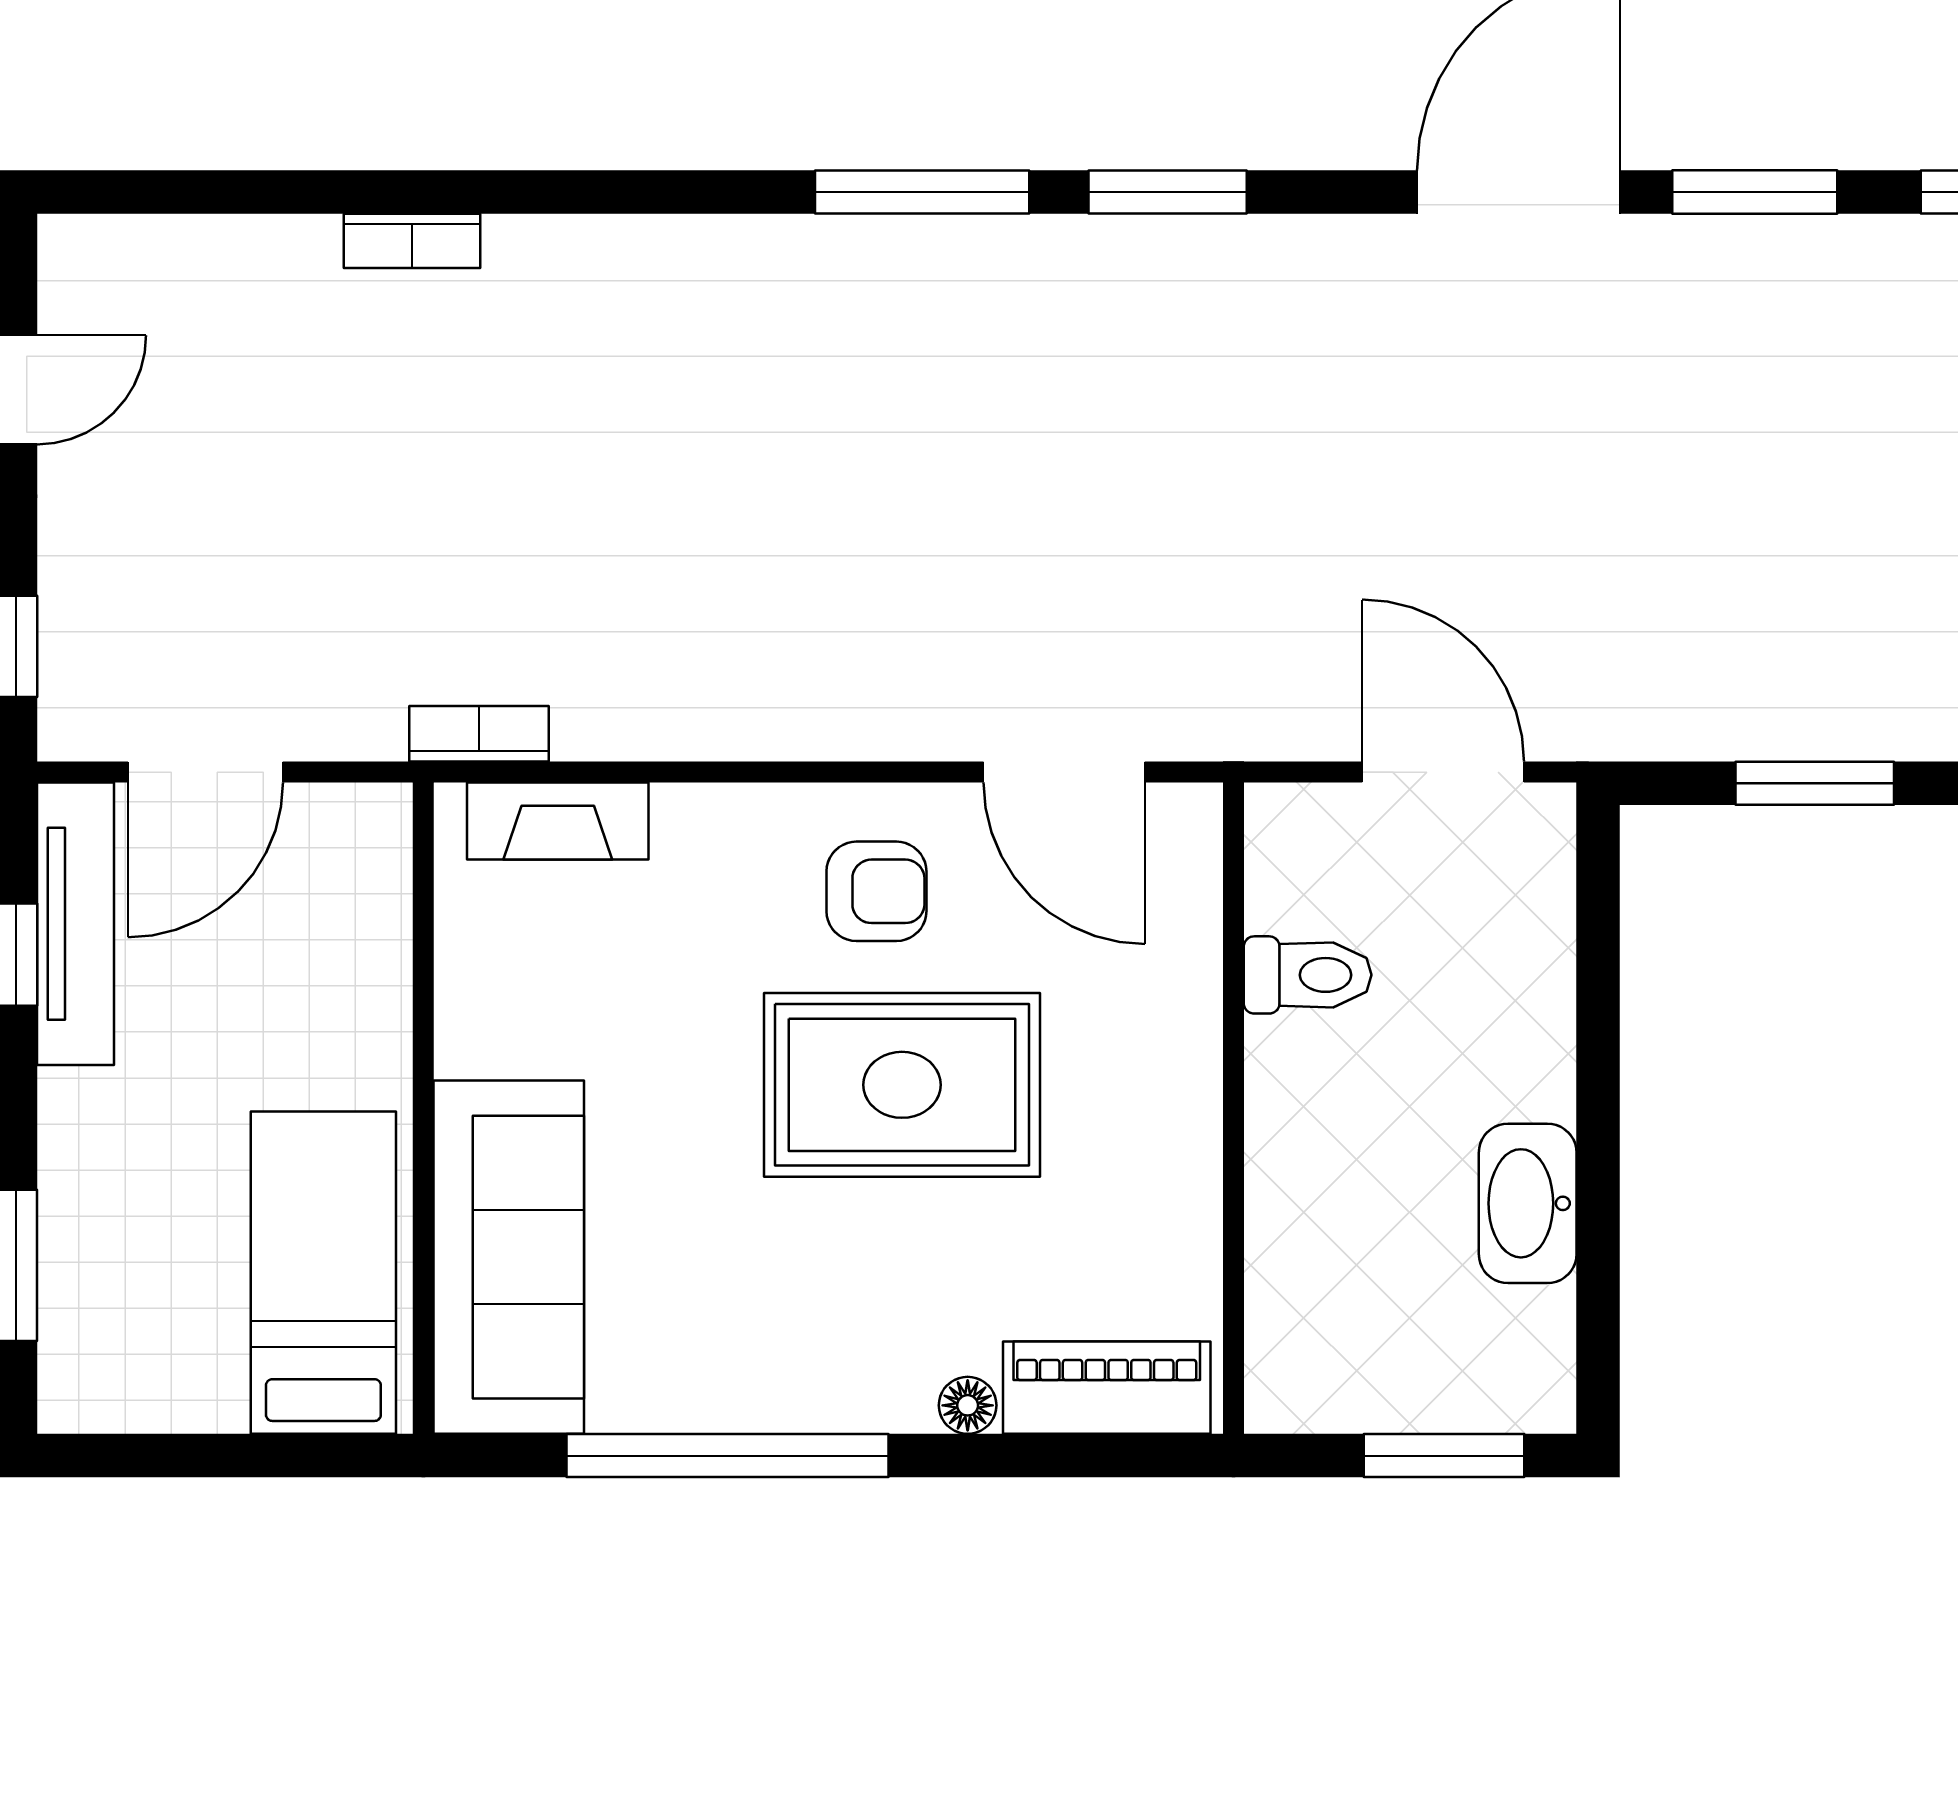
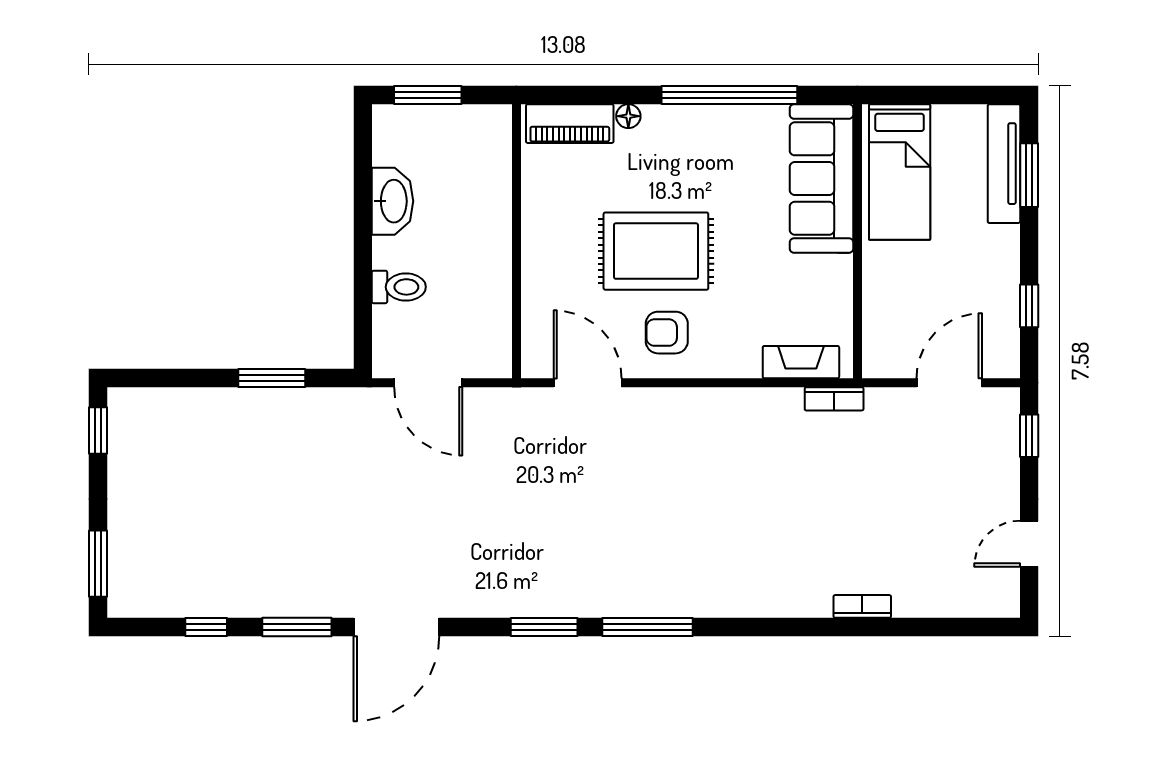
tv unit: (76, 924) -> (1004, 164), moved
toilet: (1308, 975) -> (399, 287), moved, turned 180

